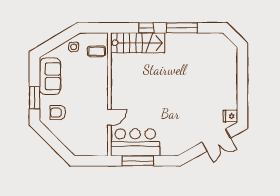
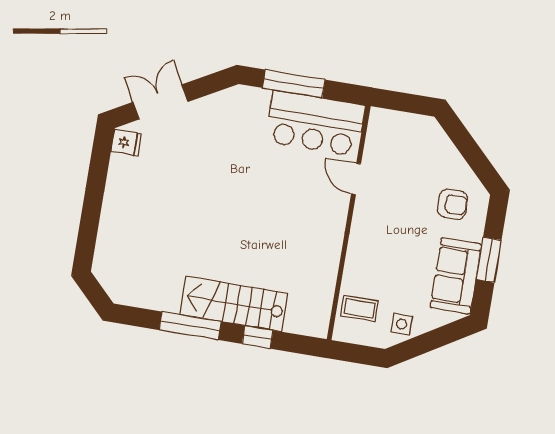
stairs: (138, 43) -> (234, 304), moved
window: (35, 98) -> (489, 260), moved
door: (109, 117) -> (356, 179), hinge flipped
window: (138, 161) -> (294, 84), moved

